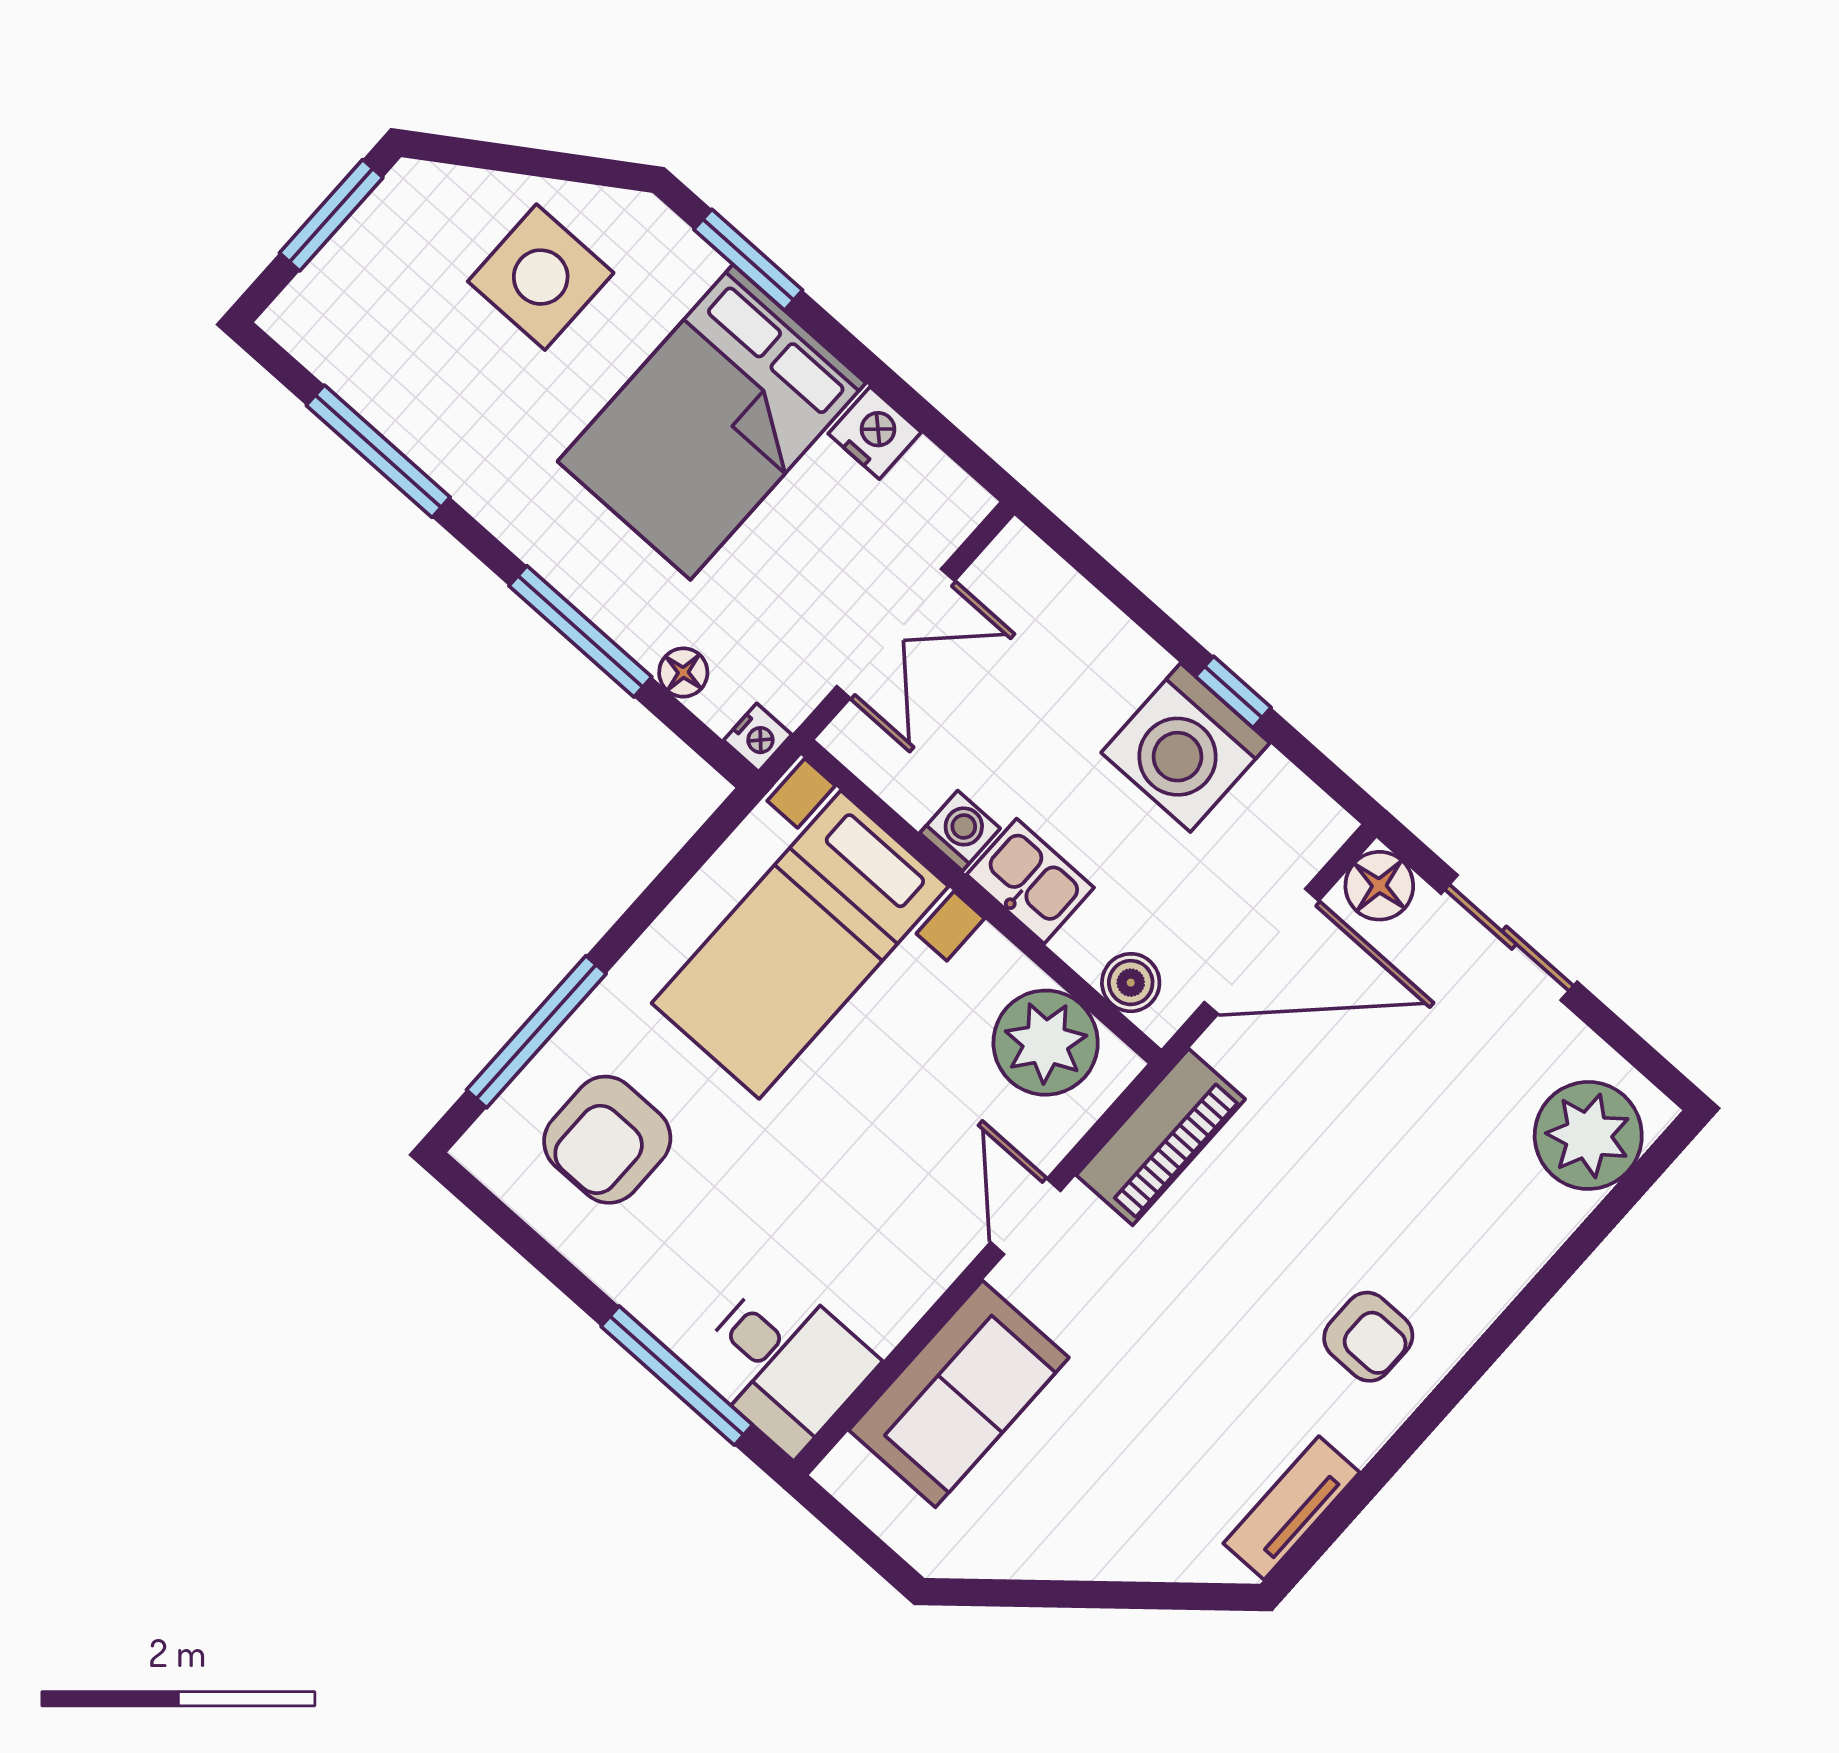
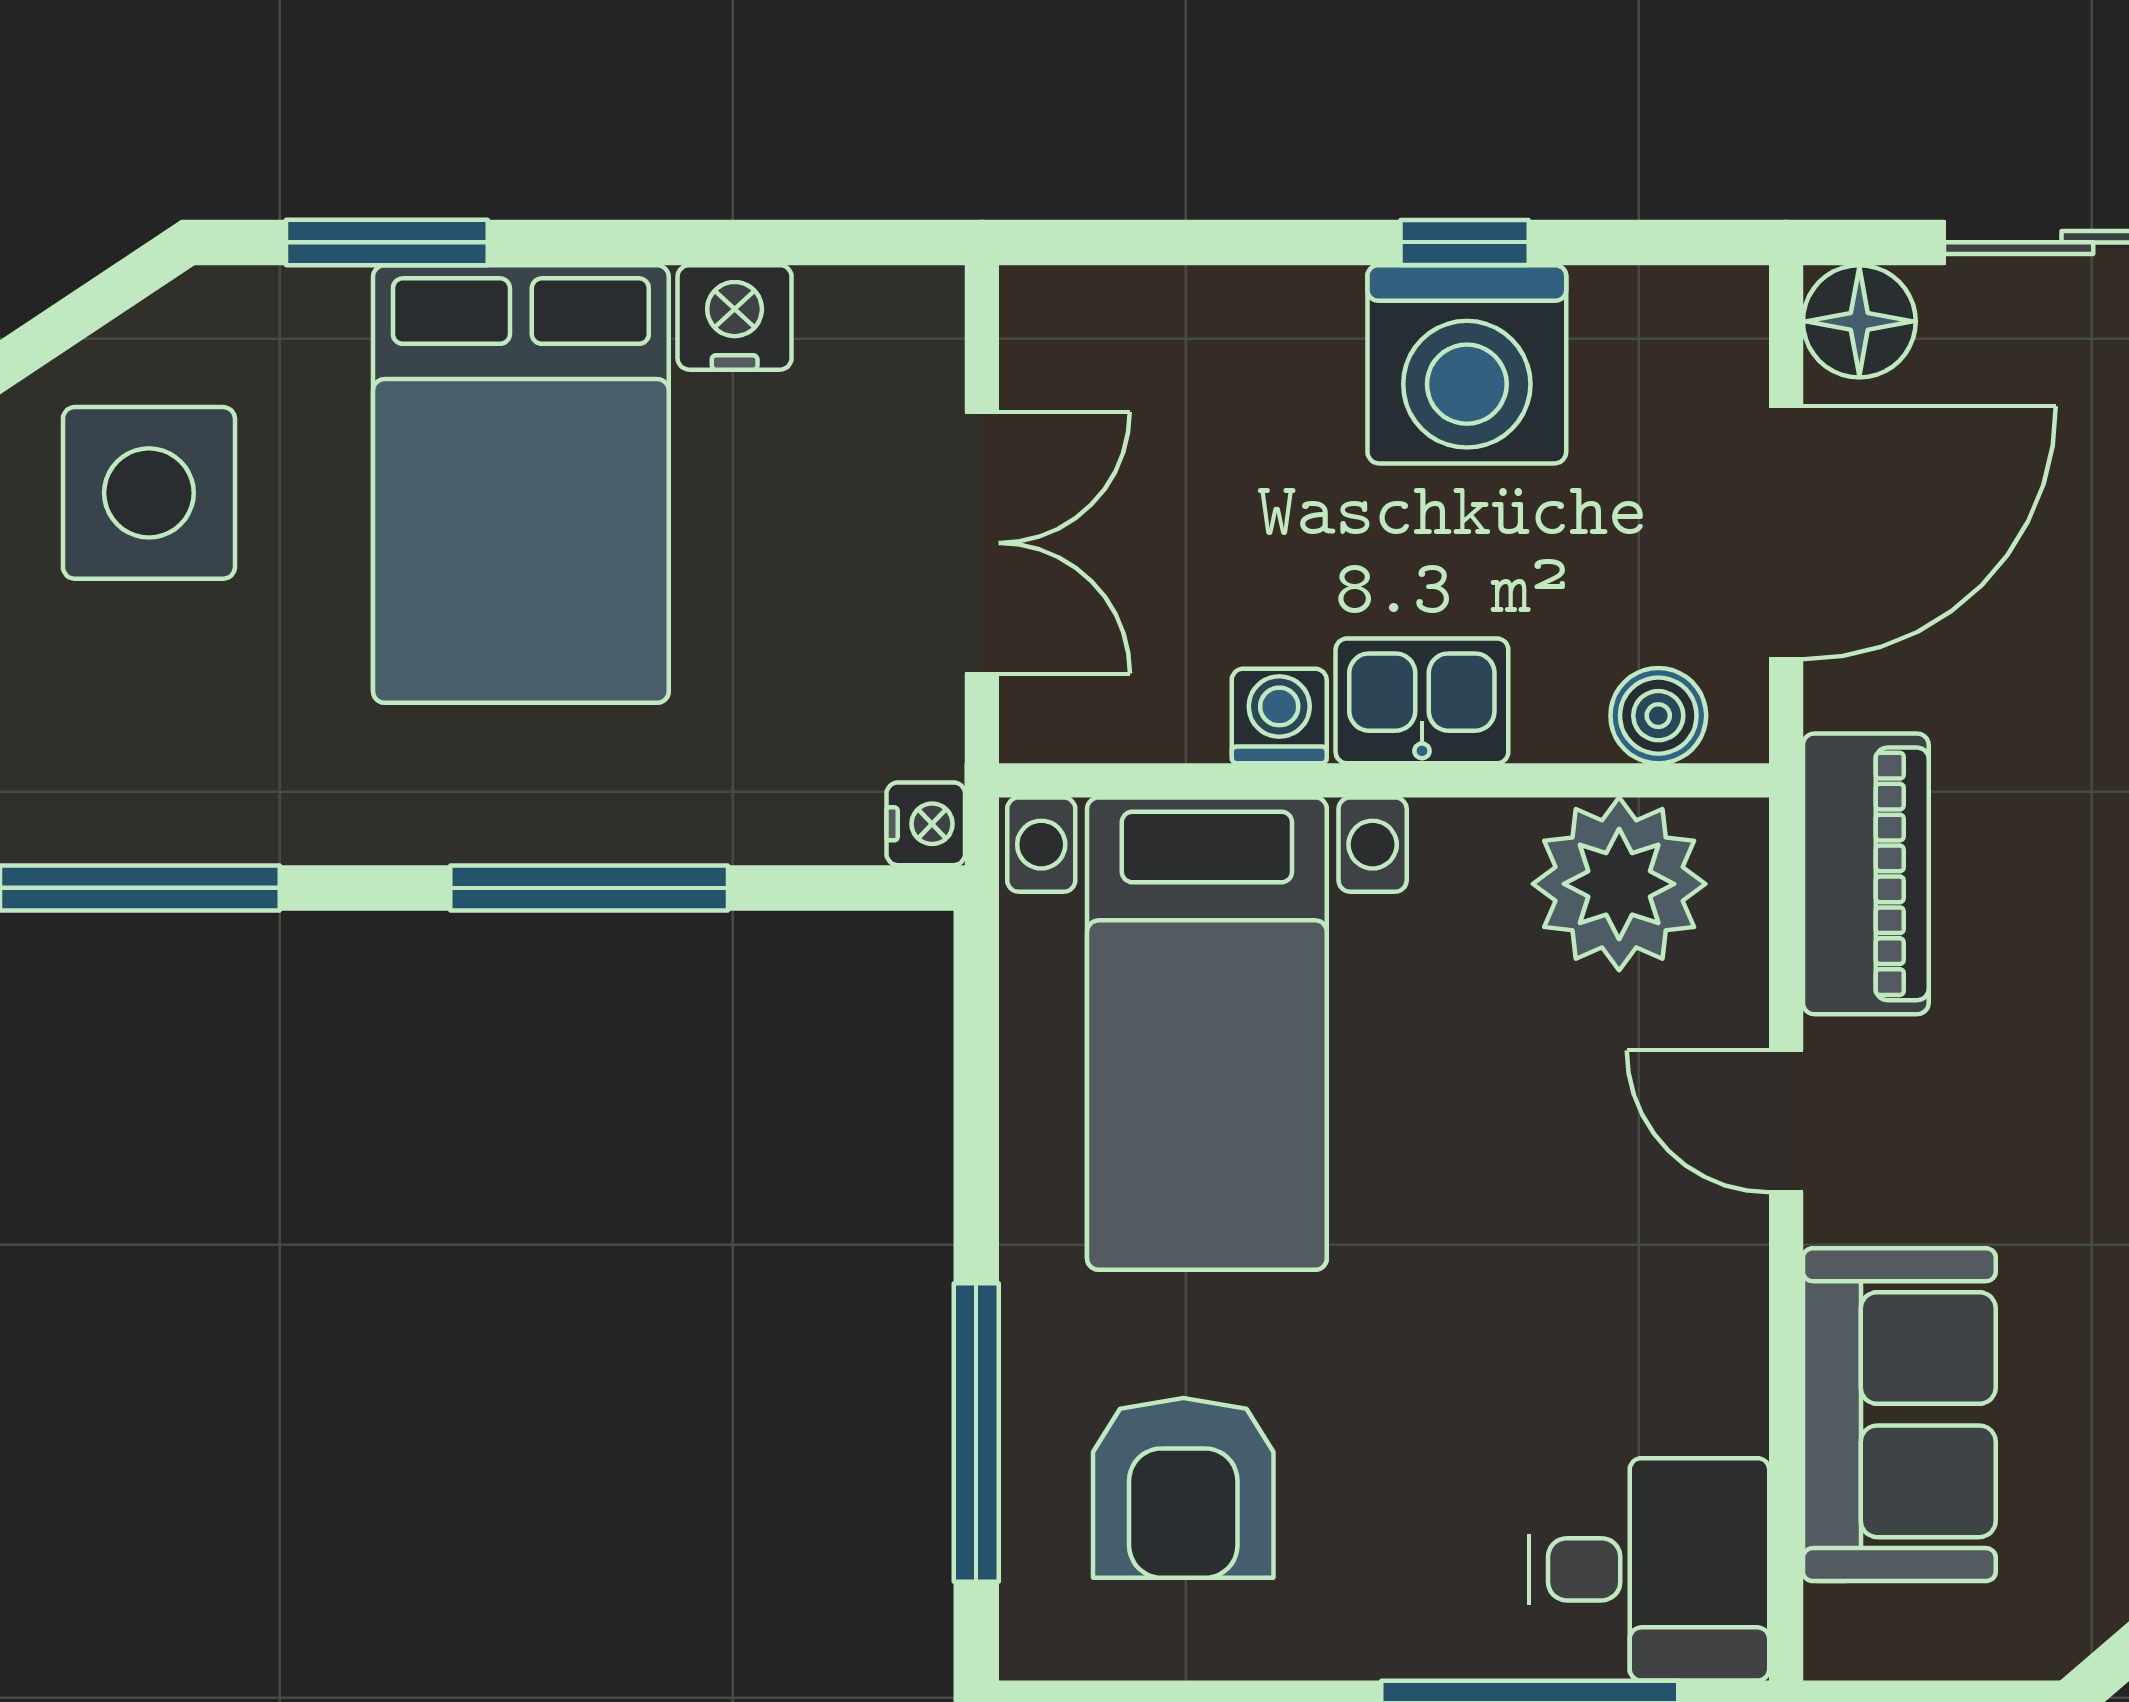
floor lamp: (683, 672) -> (762, 825), removed

